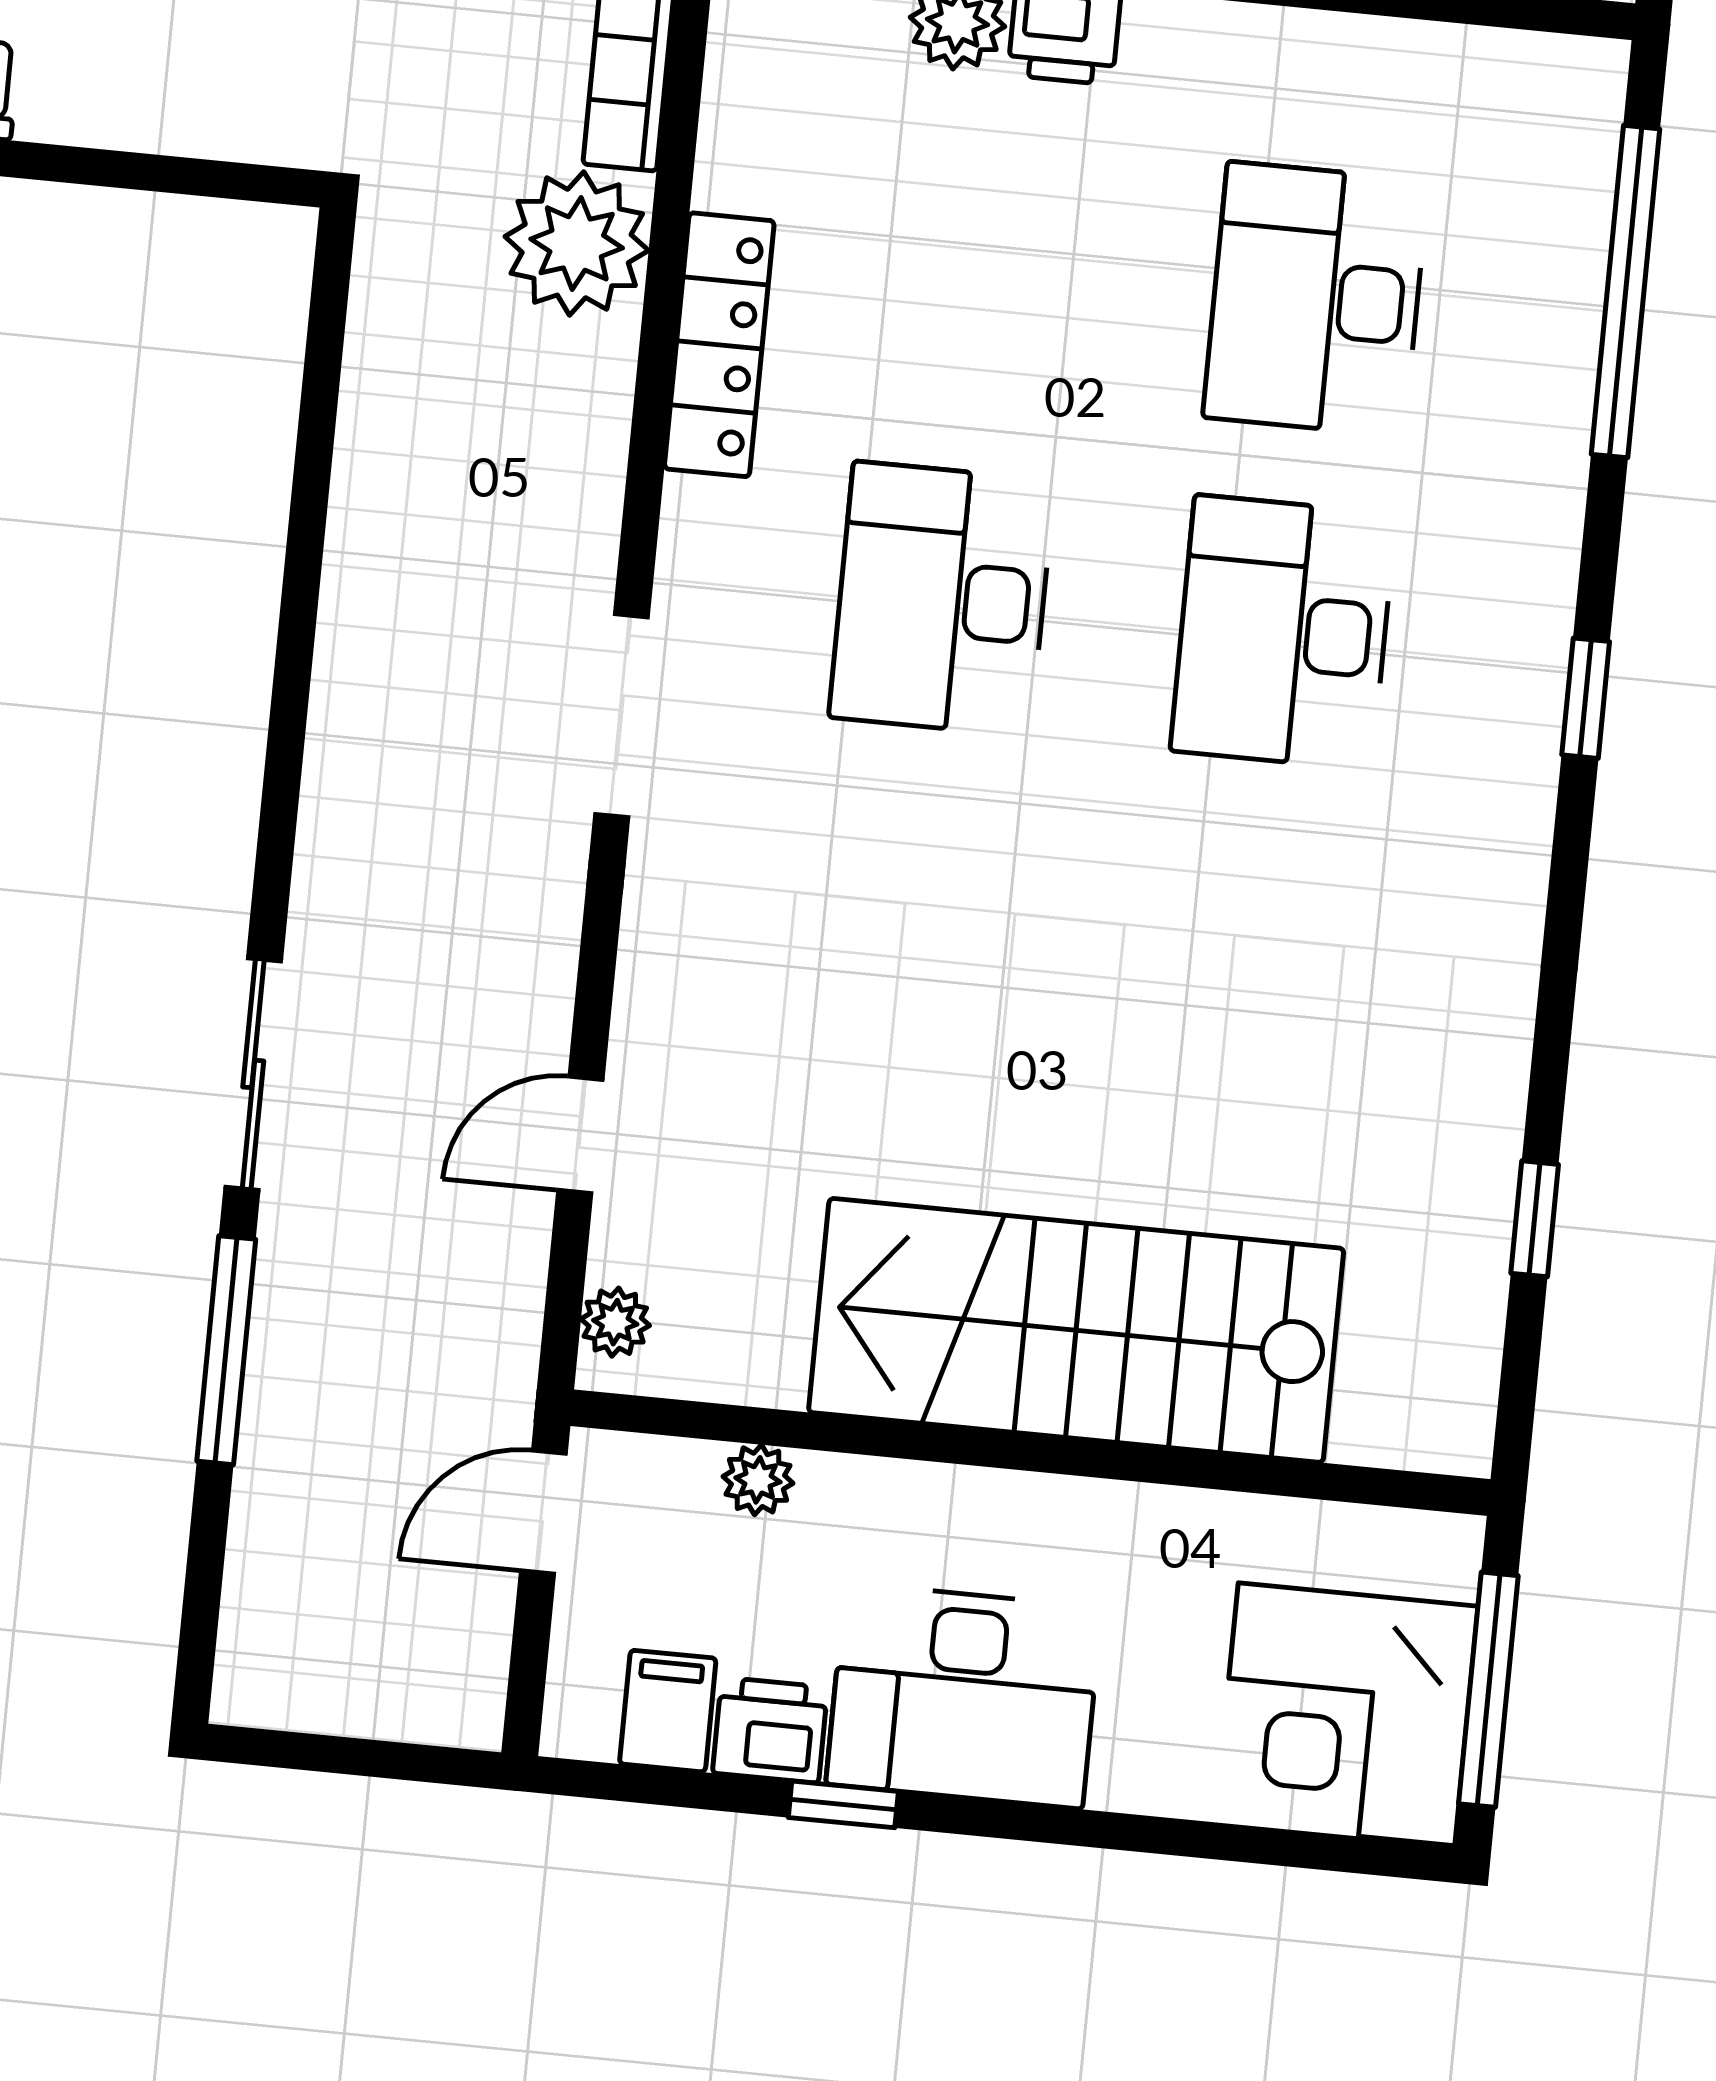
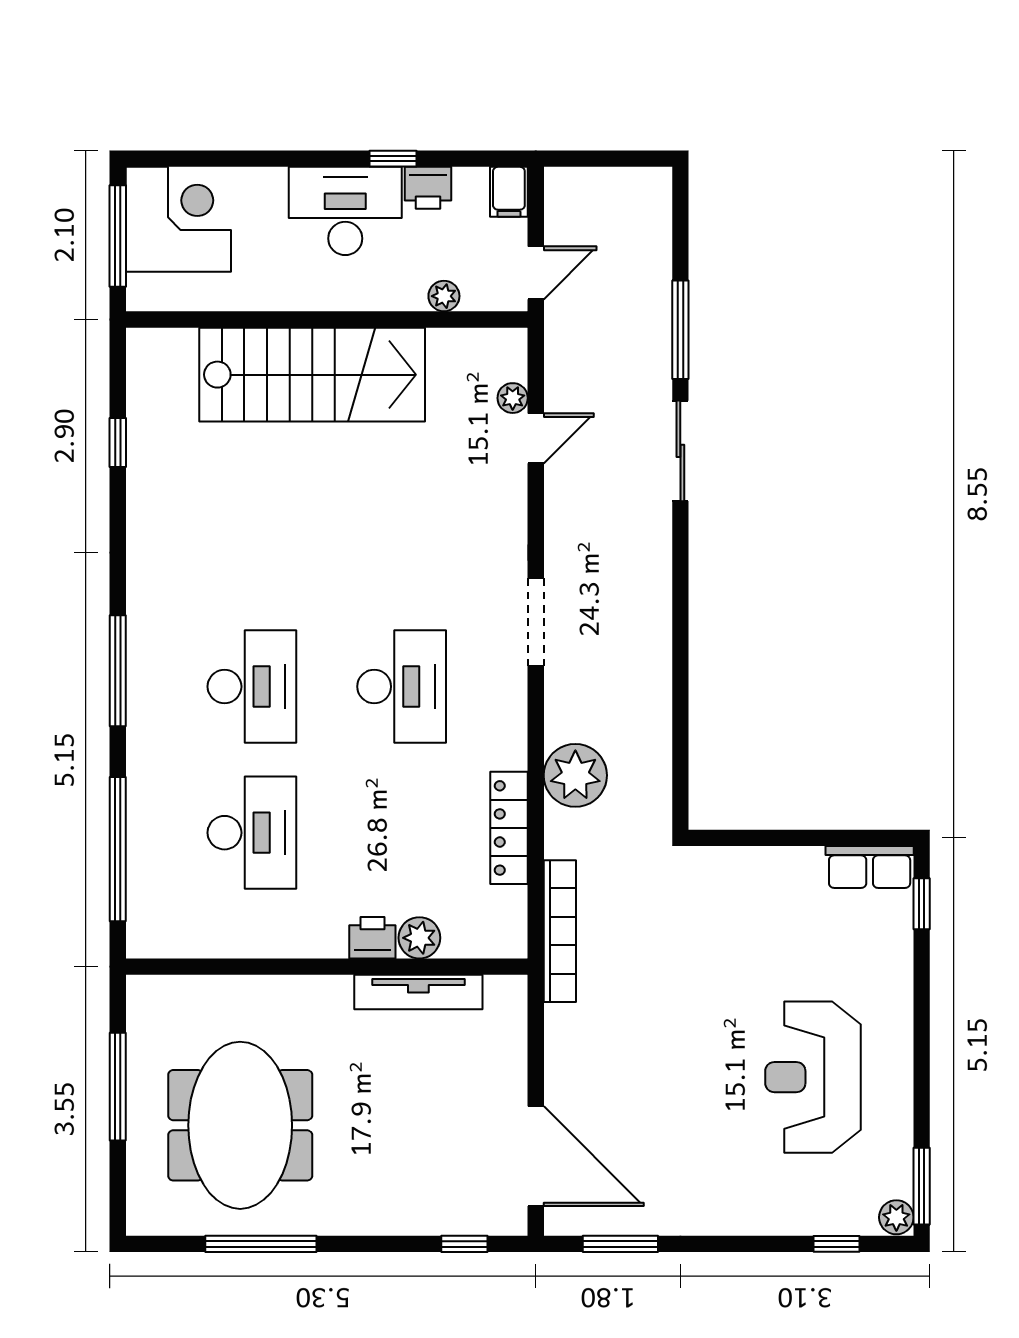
plant: (577, 243) -> (575, 775), moved
locker: (719, 345) -> (509, 828), moved
window: (1586, 698) -> (118, 671), width x2.17
plant: (615, 1322) -> (513, 398), moved
filing cabinet: (668, 1711) -> (509, 192), moved

